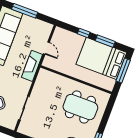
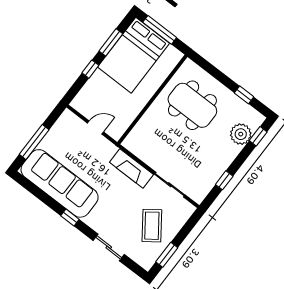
fireplace: (32, 66) -> (131, 168), moved
dining table: (80, 107) -> (192, 105), turned 90

